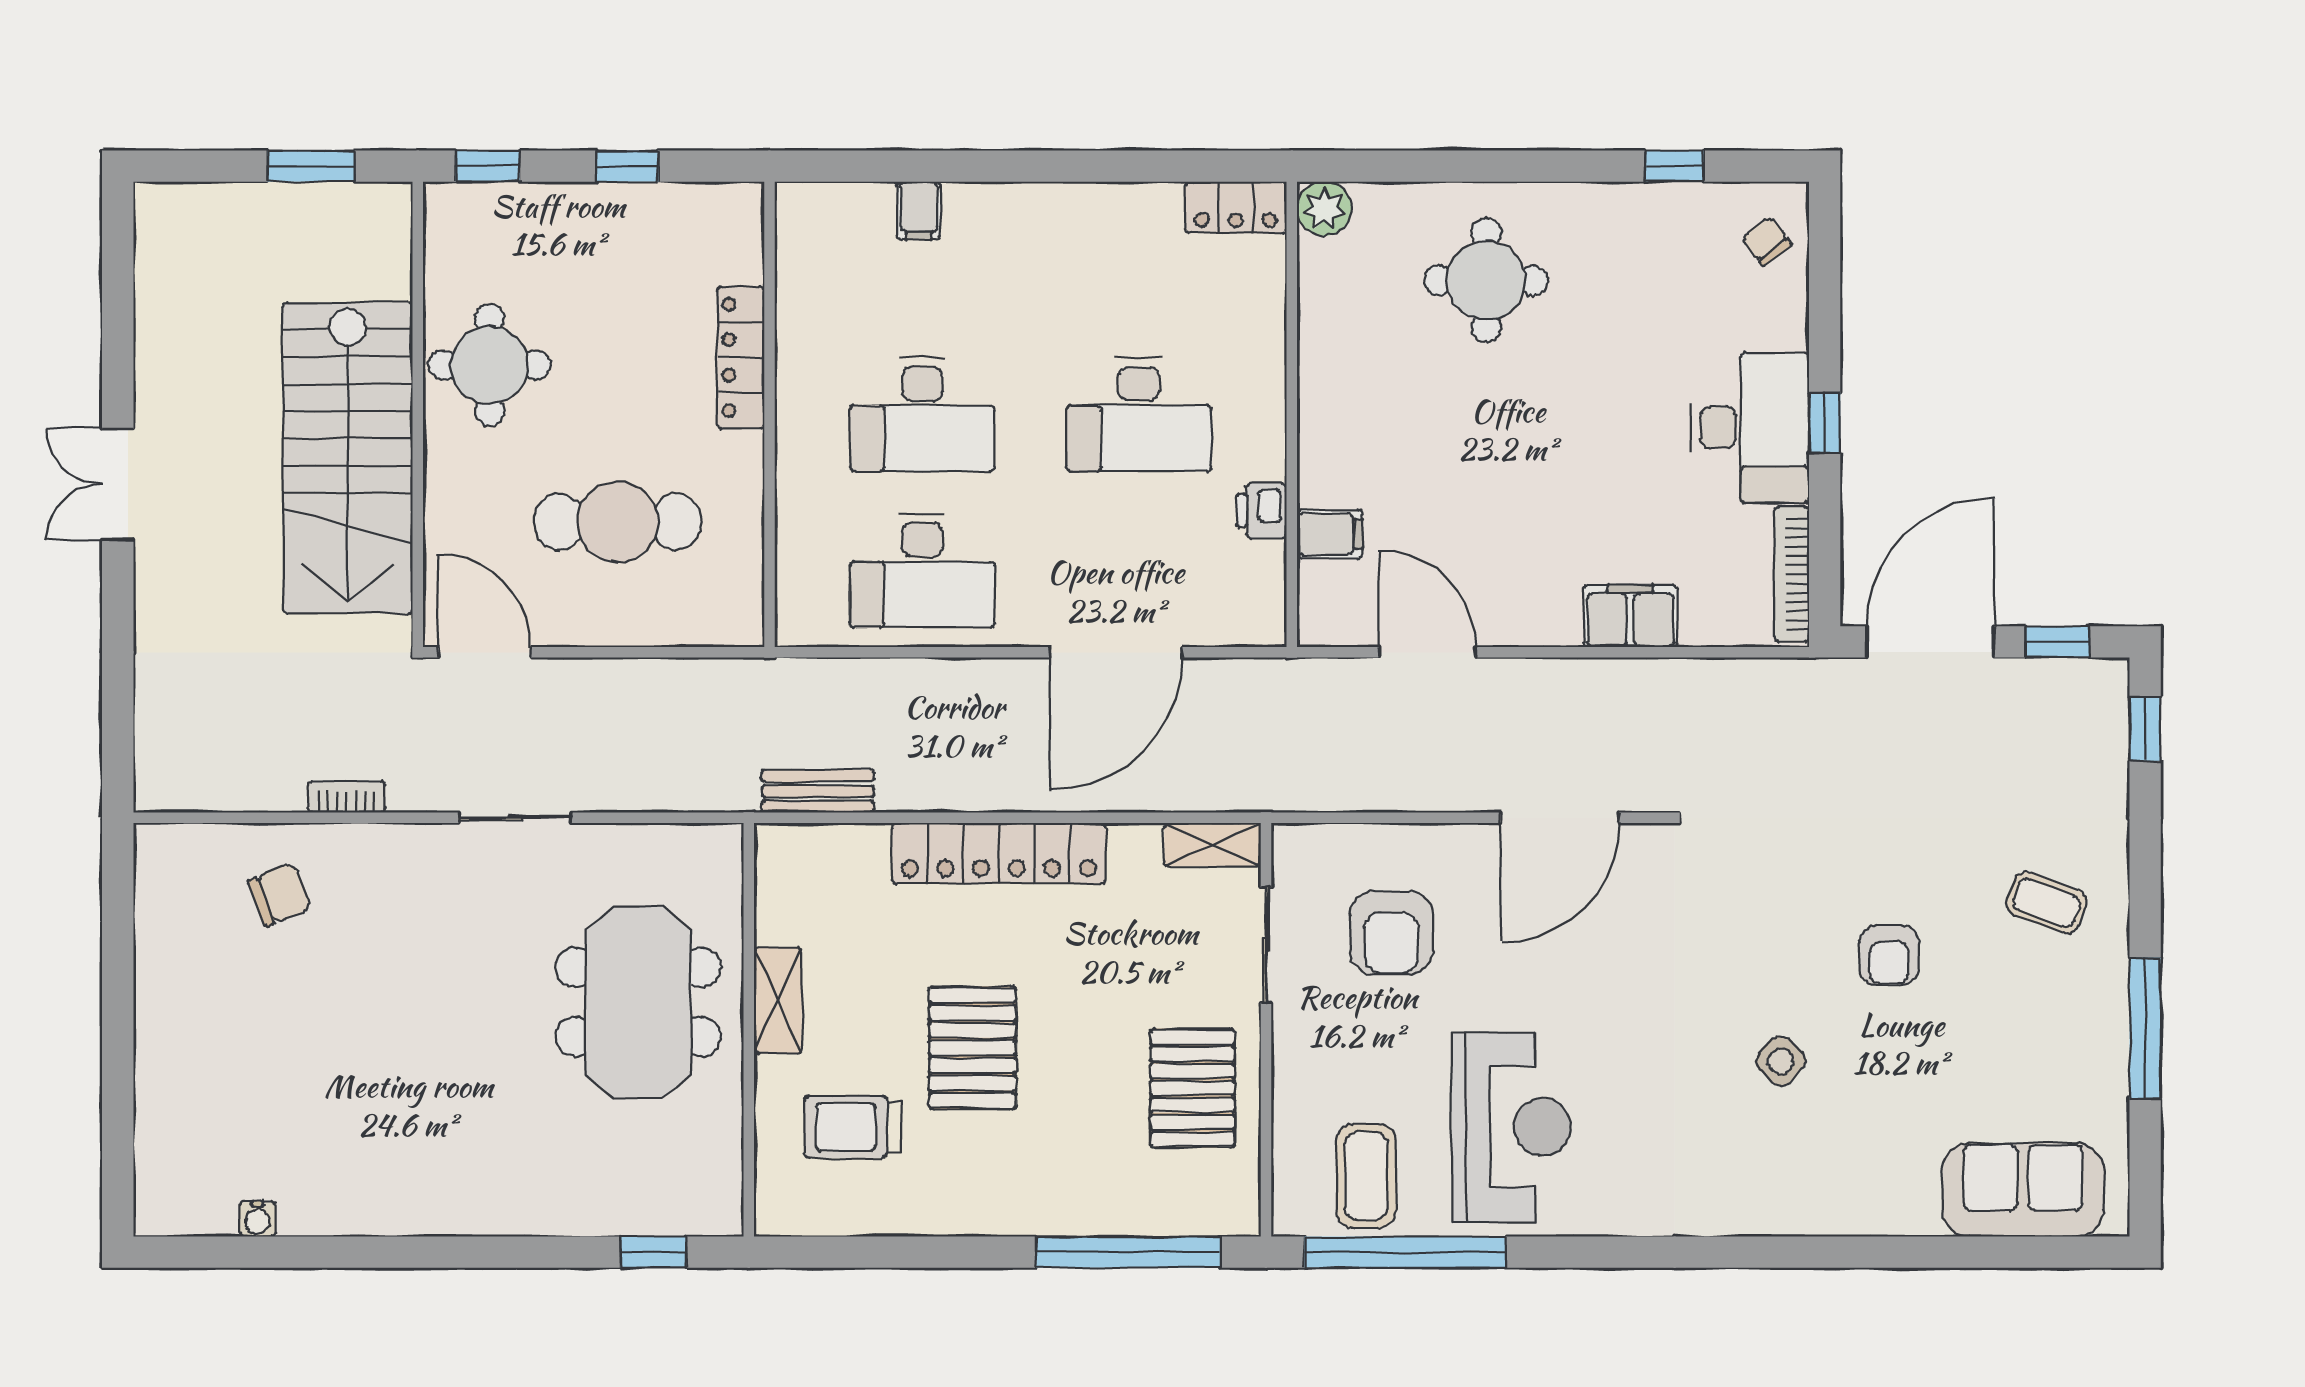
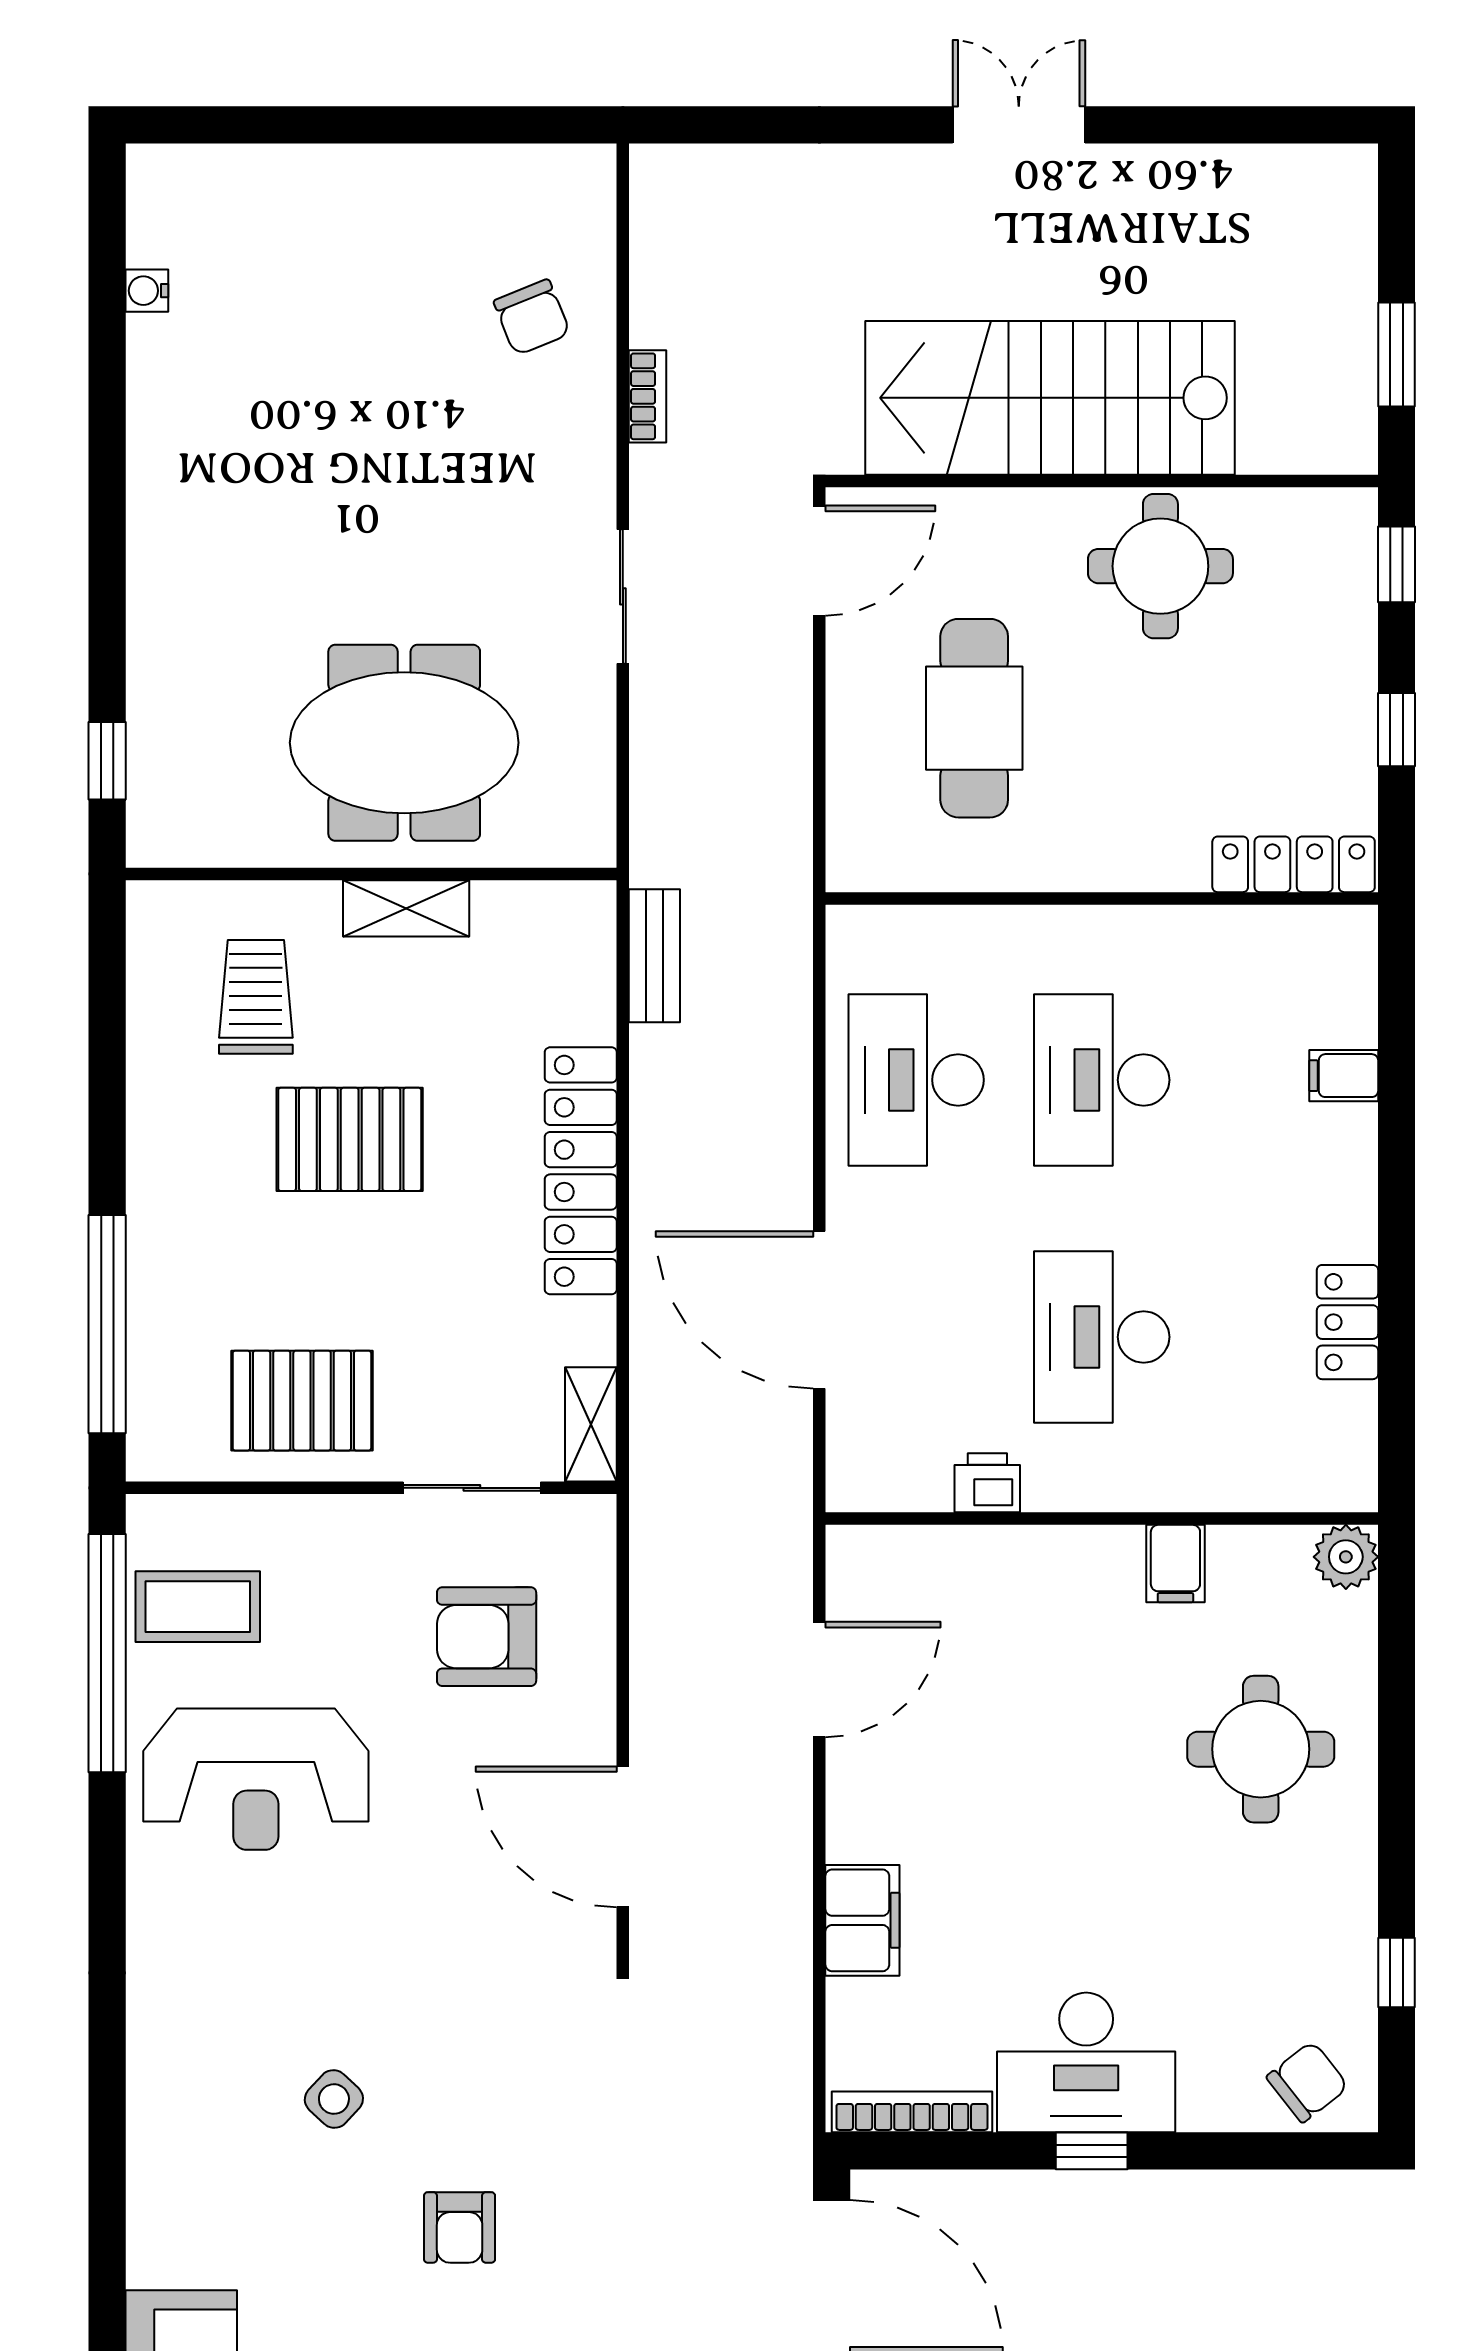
locker: (1236, 207) -> (1347, 1322), moved
chair: (1766, 241) -> (1308, 2082), width x1.37, depth x1.37
locker: (741, 358) -> (1294, 864), moved
filing cabinet: (1330, 534) -> (1175, 1563), moved
armchair: (1889, 955) -> (460, 2227), turned -90

